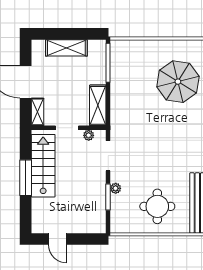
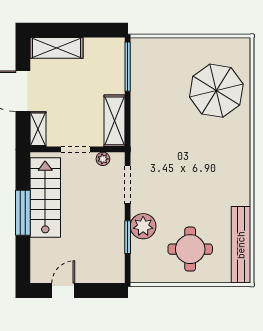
shelving: (66, 48) -> (57, 48), moved
plant: (116, 188) -> (143, 226), width x1.88, depth x1.88
door: (57, 239) -> (63, 291), swing flipped

